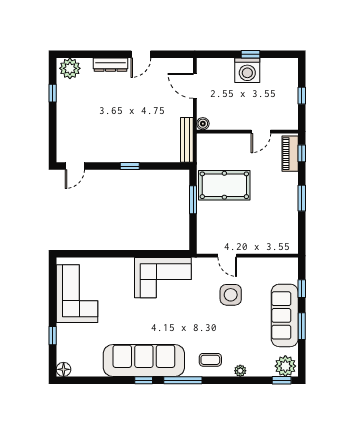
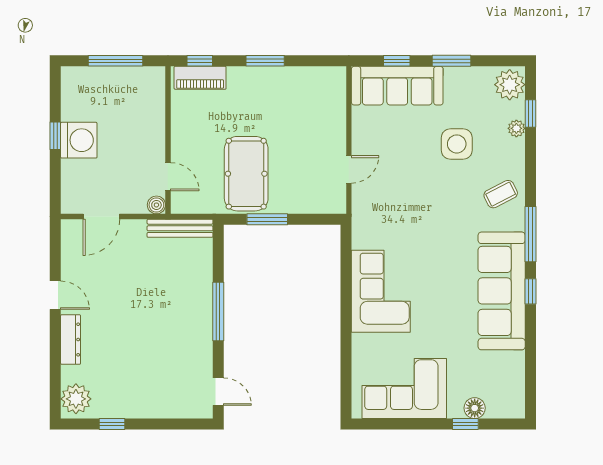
window: (302, 96) -> (116, 61), width x2.17
door: (261, 132) -> (168, 177), moved
window: (130, 166) -> (218, 312), width x2.17
corner sofa: (163, 278) -> (381, 291), moved
side table: (231, 295) -> (457, 144), moved
sofa: (285, 315) -> (397, 86), moved
coffee table: (210, 360) -> (501, 194), turned 63
floor lamp: (64, 369) -> (475, 408), moved
plant: (240, 371) -> (516, 128), moved
window: (282, 380) -> (530, 113), moved

